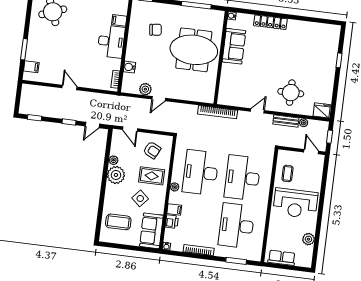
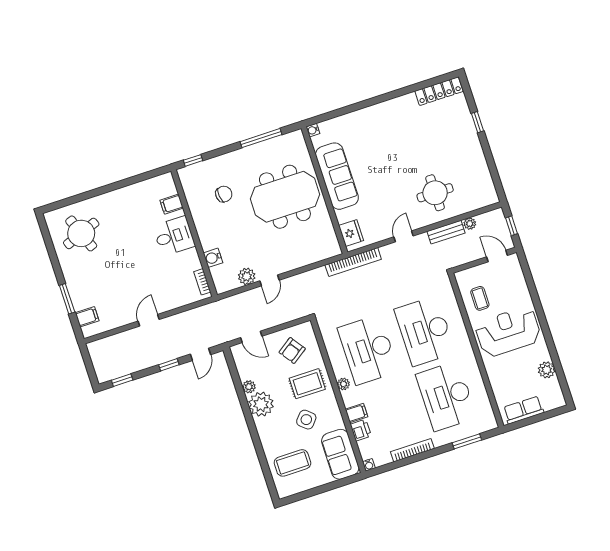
locker: (270, 22) -> (439, 91), moved
desk: (111, 41) -> (174, 236), width x0.73
sofa: (234, 46) -> (337, 176), width x1.36
door: (70, 87) -> (149, 320), hinge flipped
fridge: (322, 110) -> (351, 233), moved, turned 90
armchair: (152, 150) -> (292, 351), turned 119
reception desk: (295, 203) -> (508, 332), turned 180

